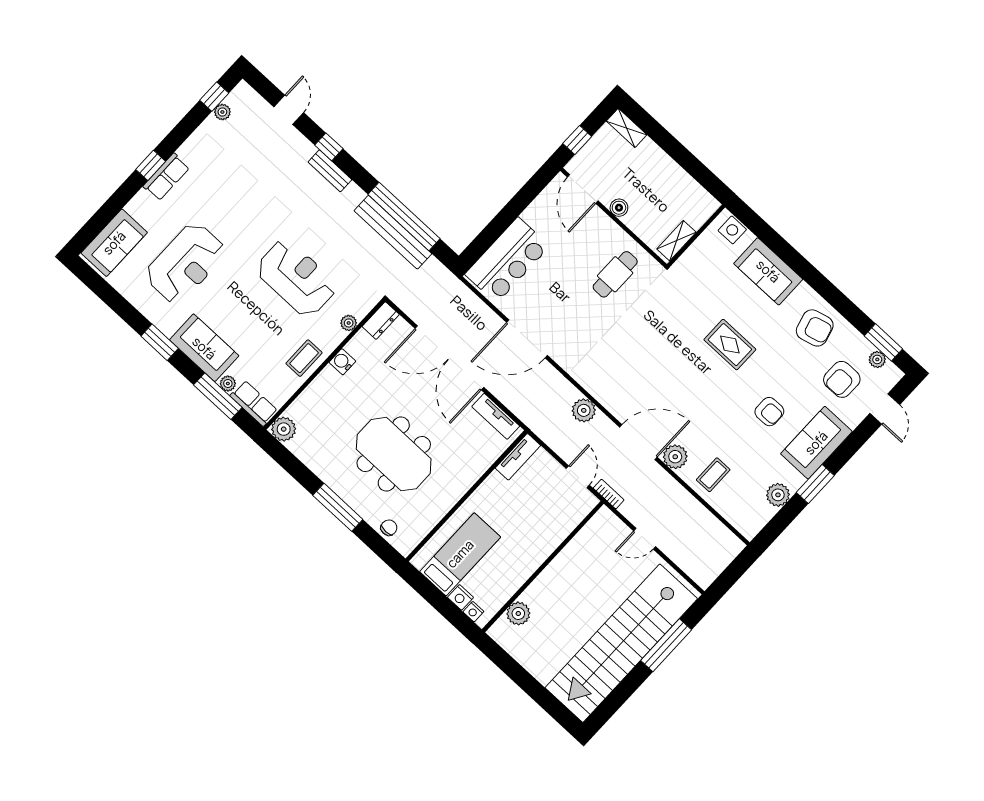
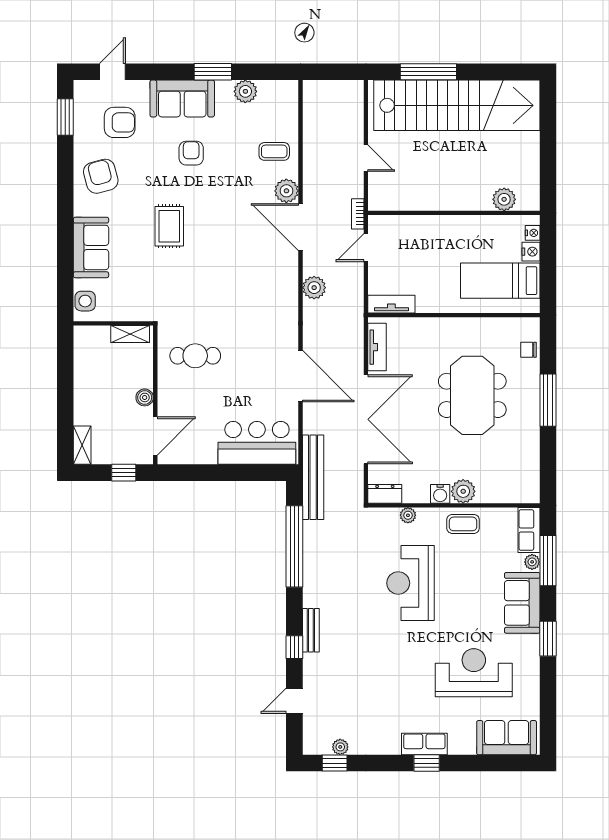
bench: (393, 232) -> (313, 477), moved
plant: (877, 359) -> (82, 110), removed
plant: (284, 429) -> (463, 491), moved

